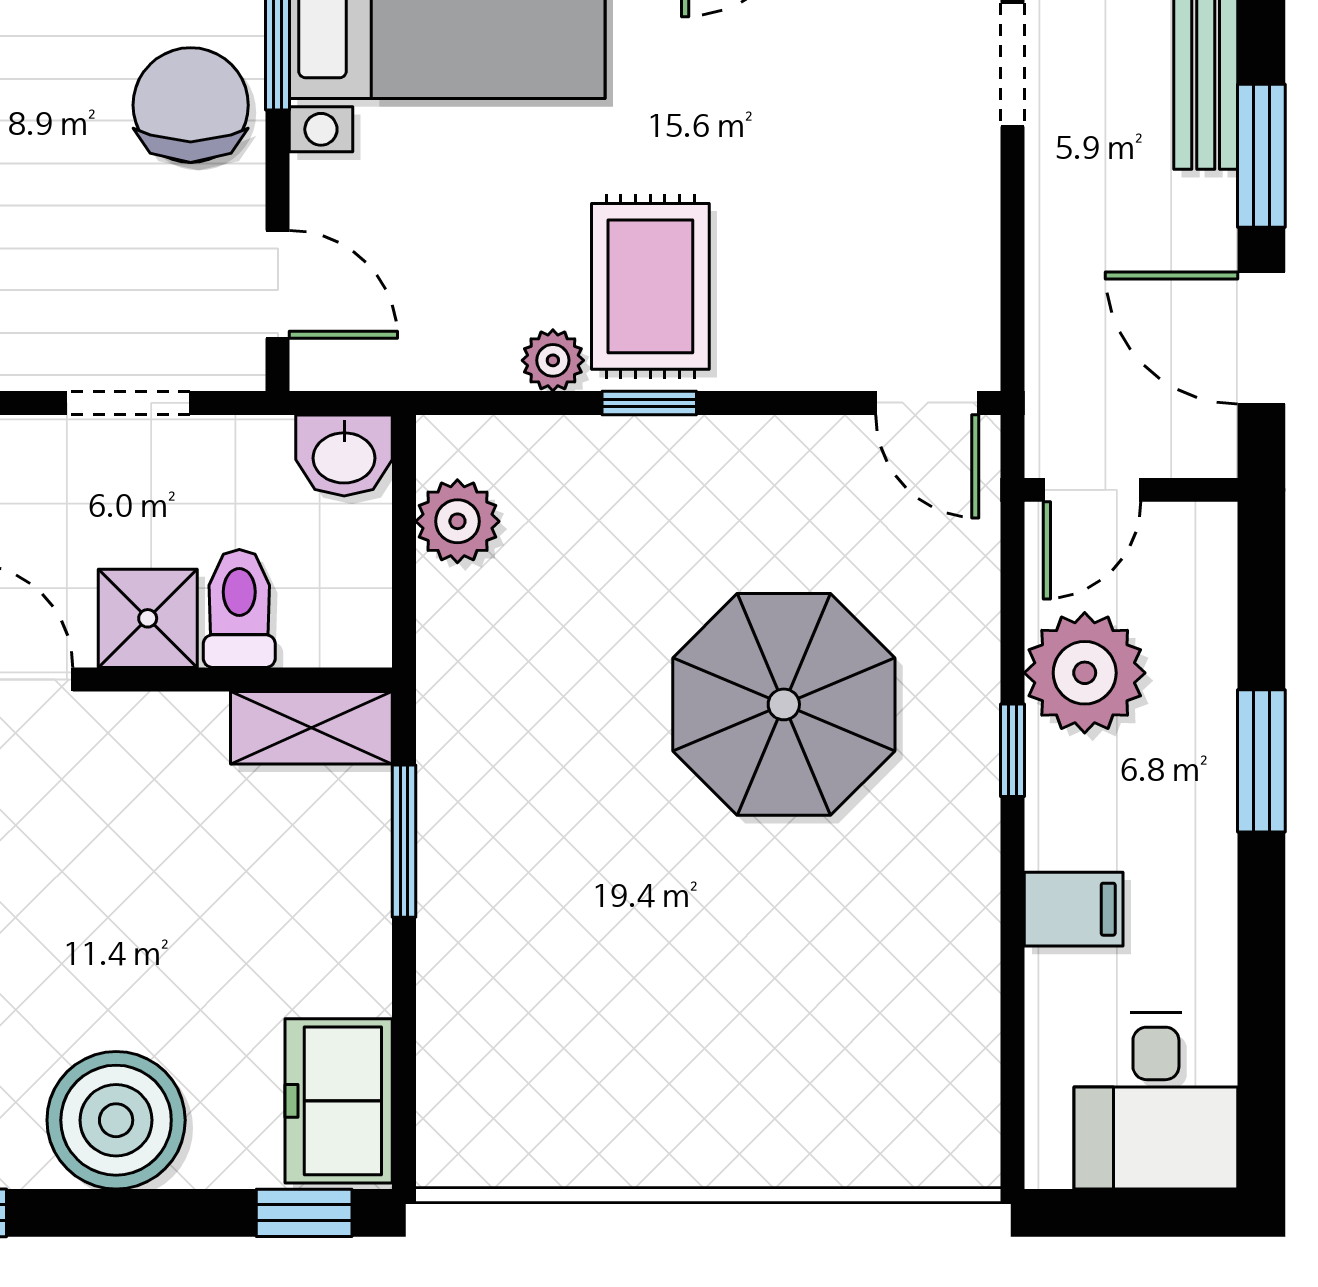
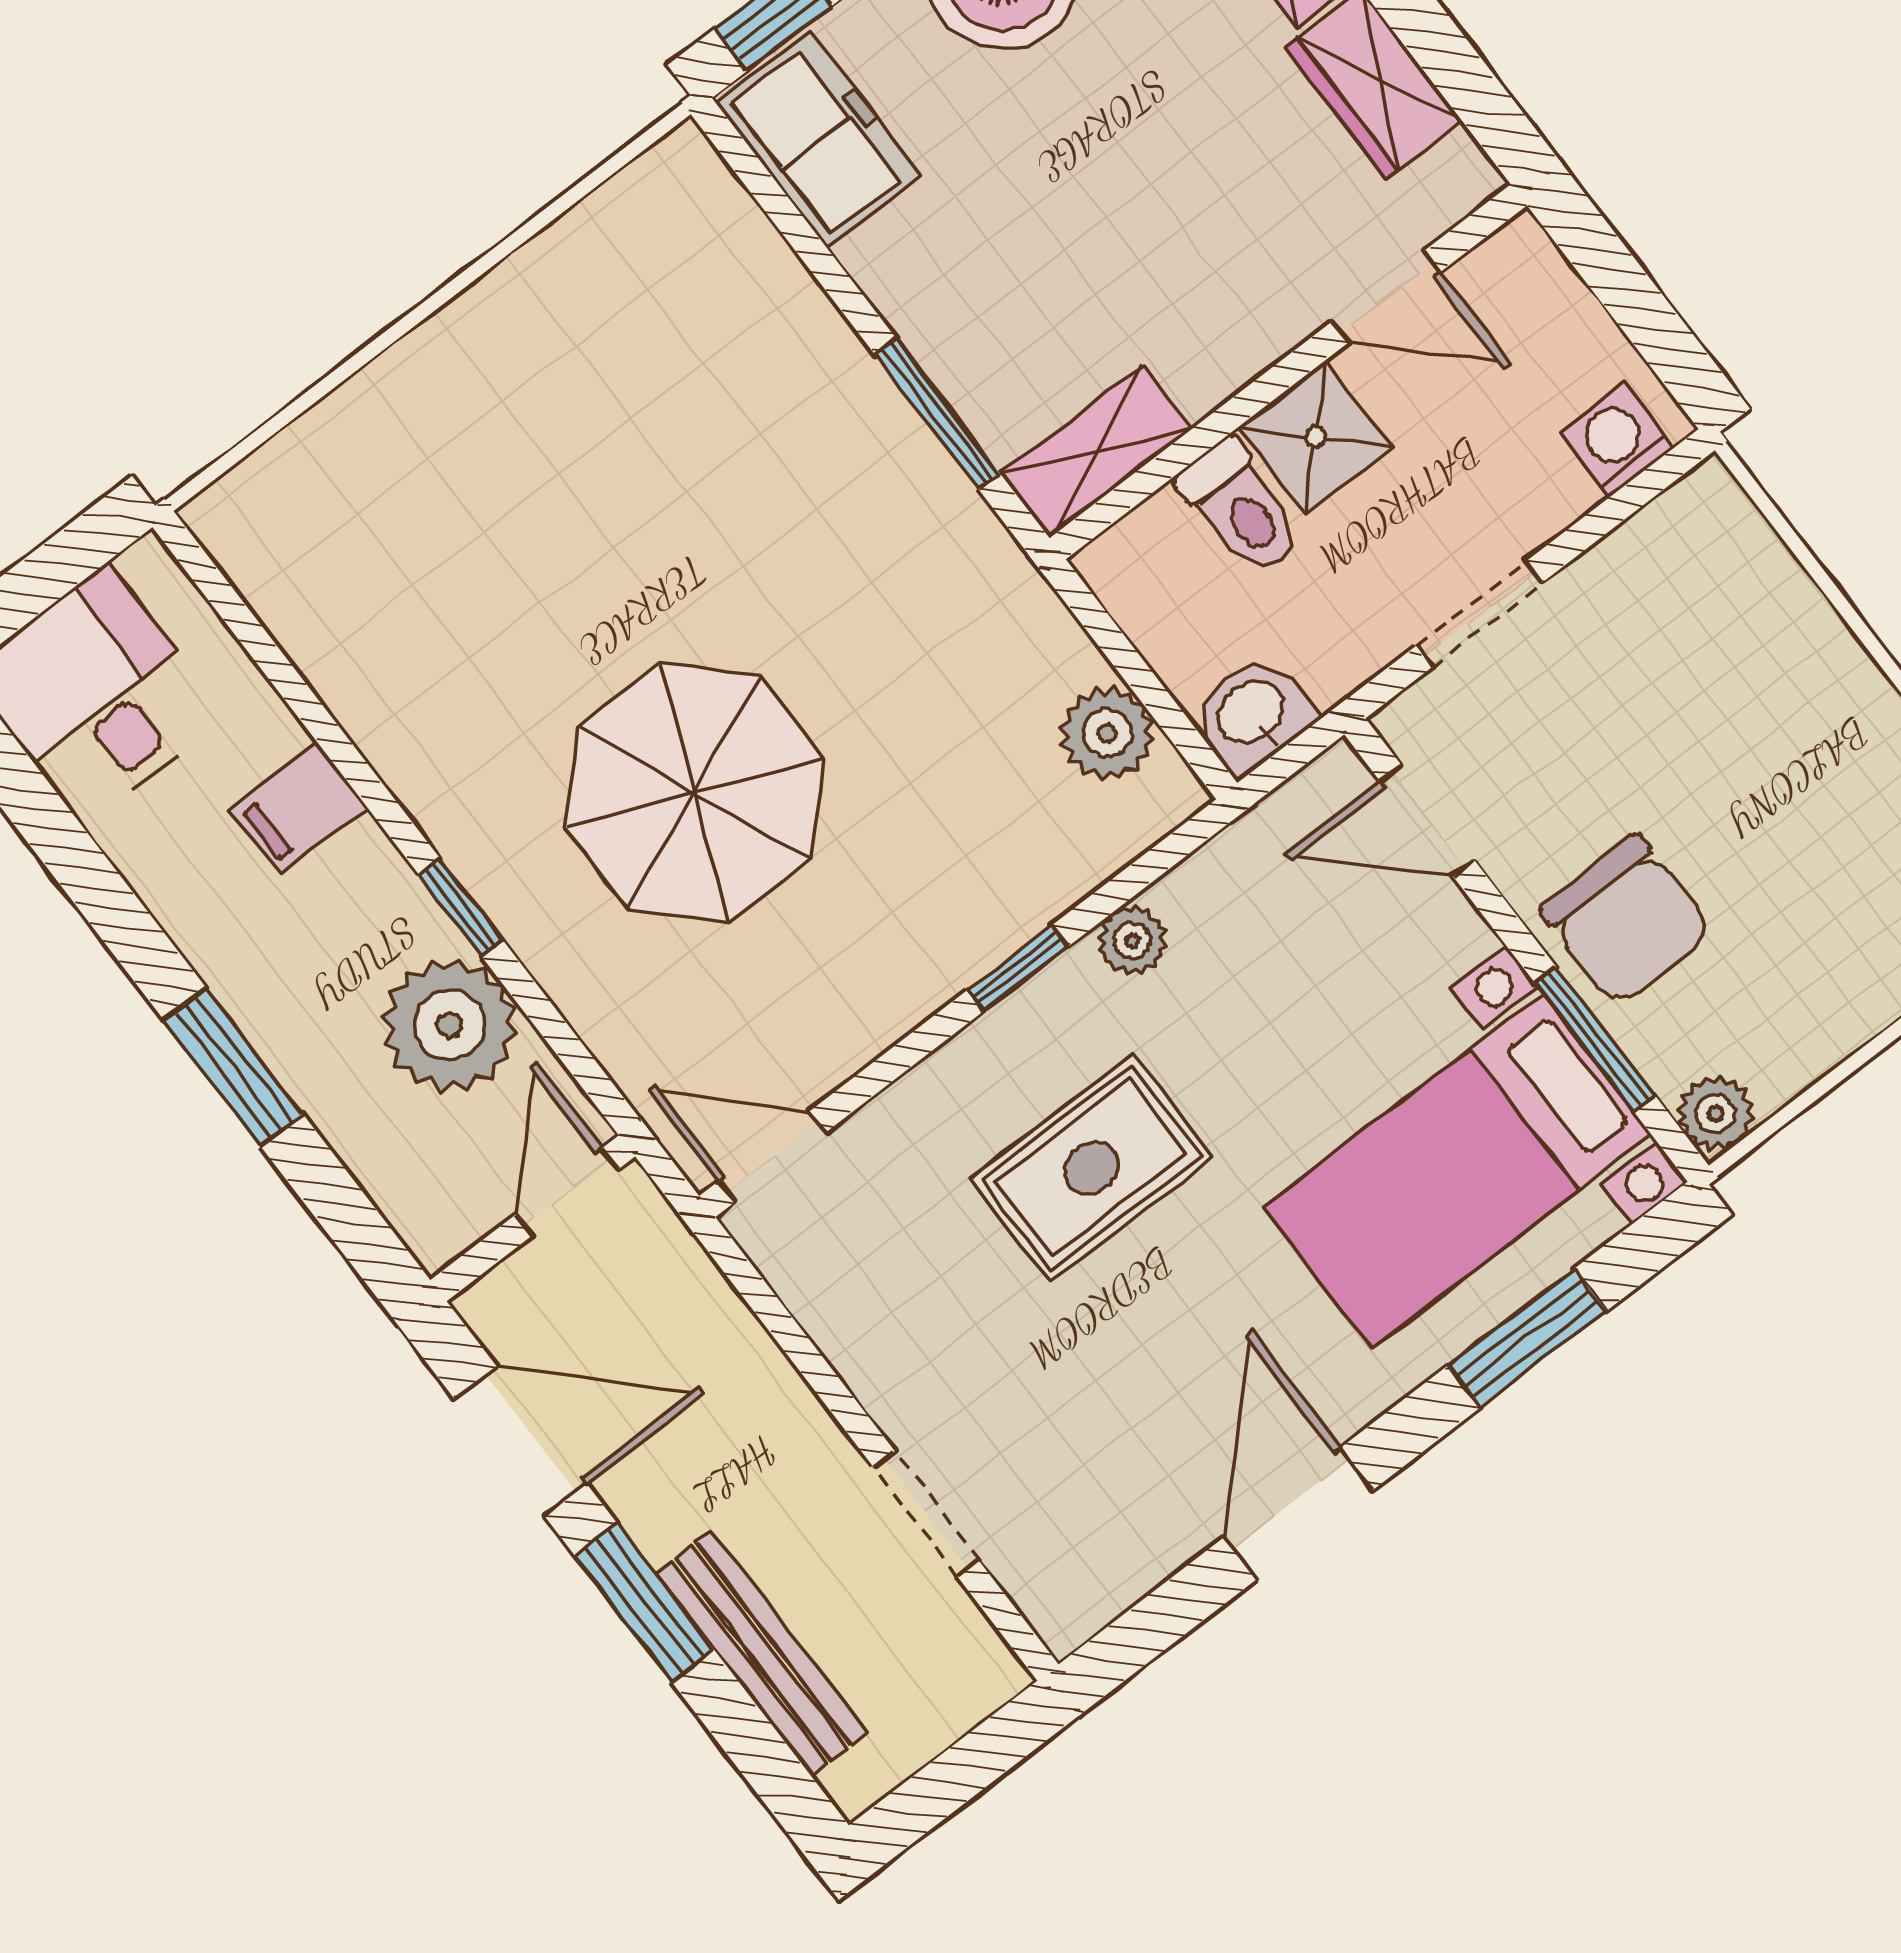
rug: (650, 286) -> (1091, 1168), moved, turned 90

